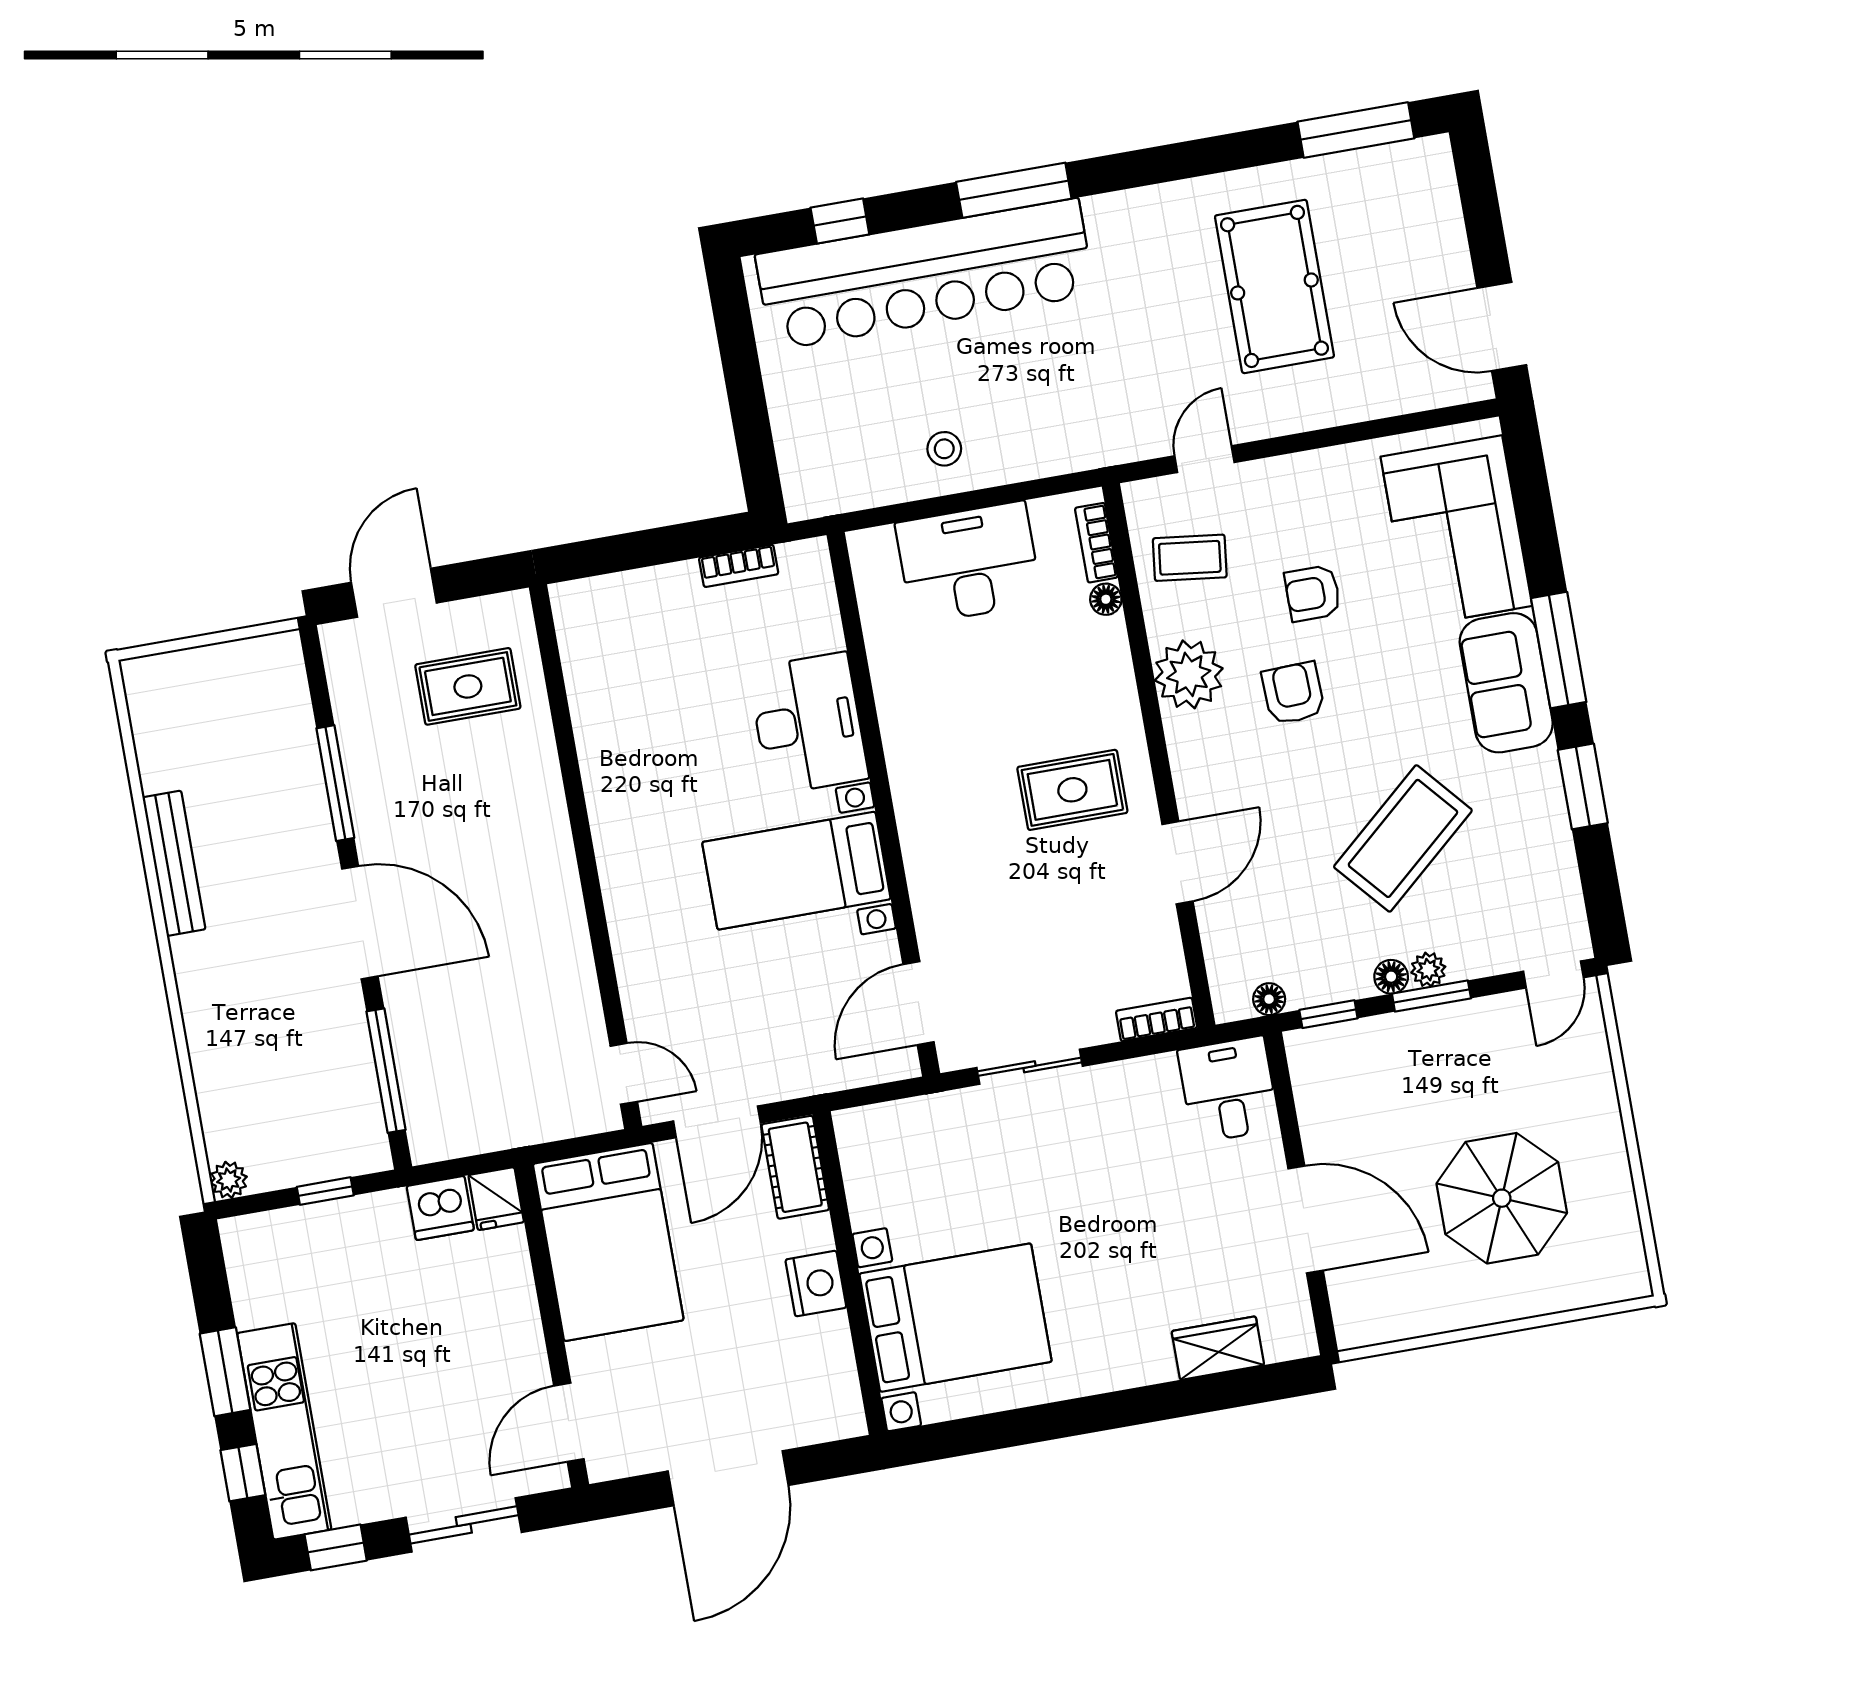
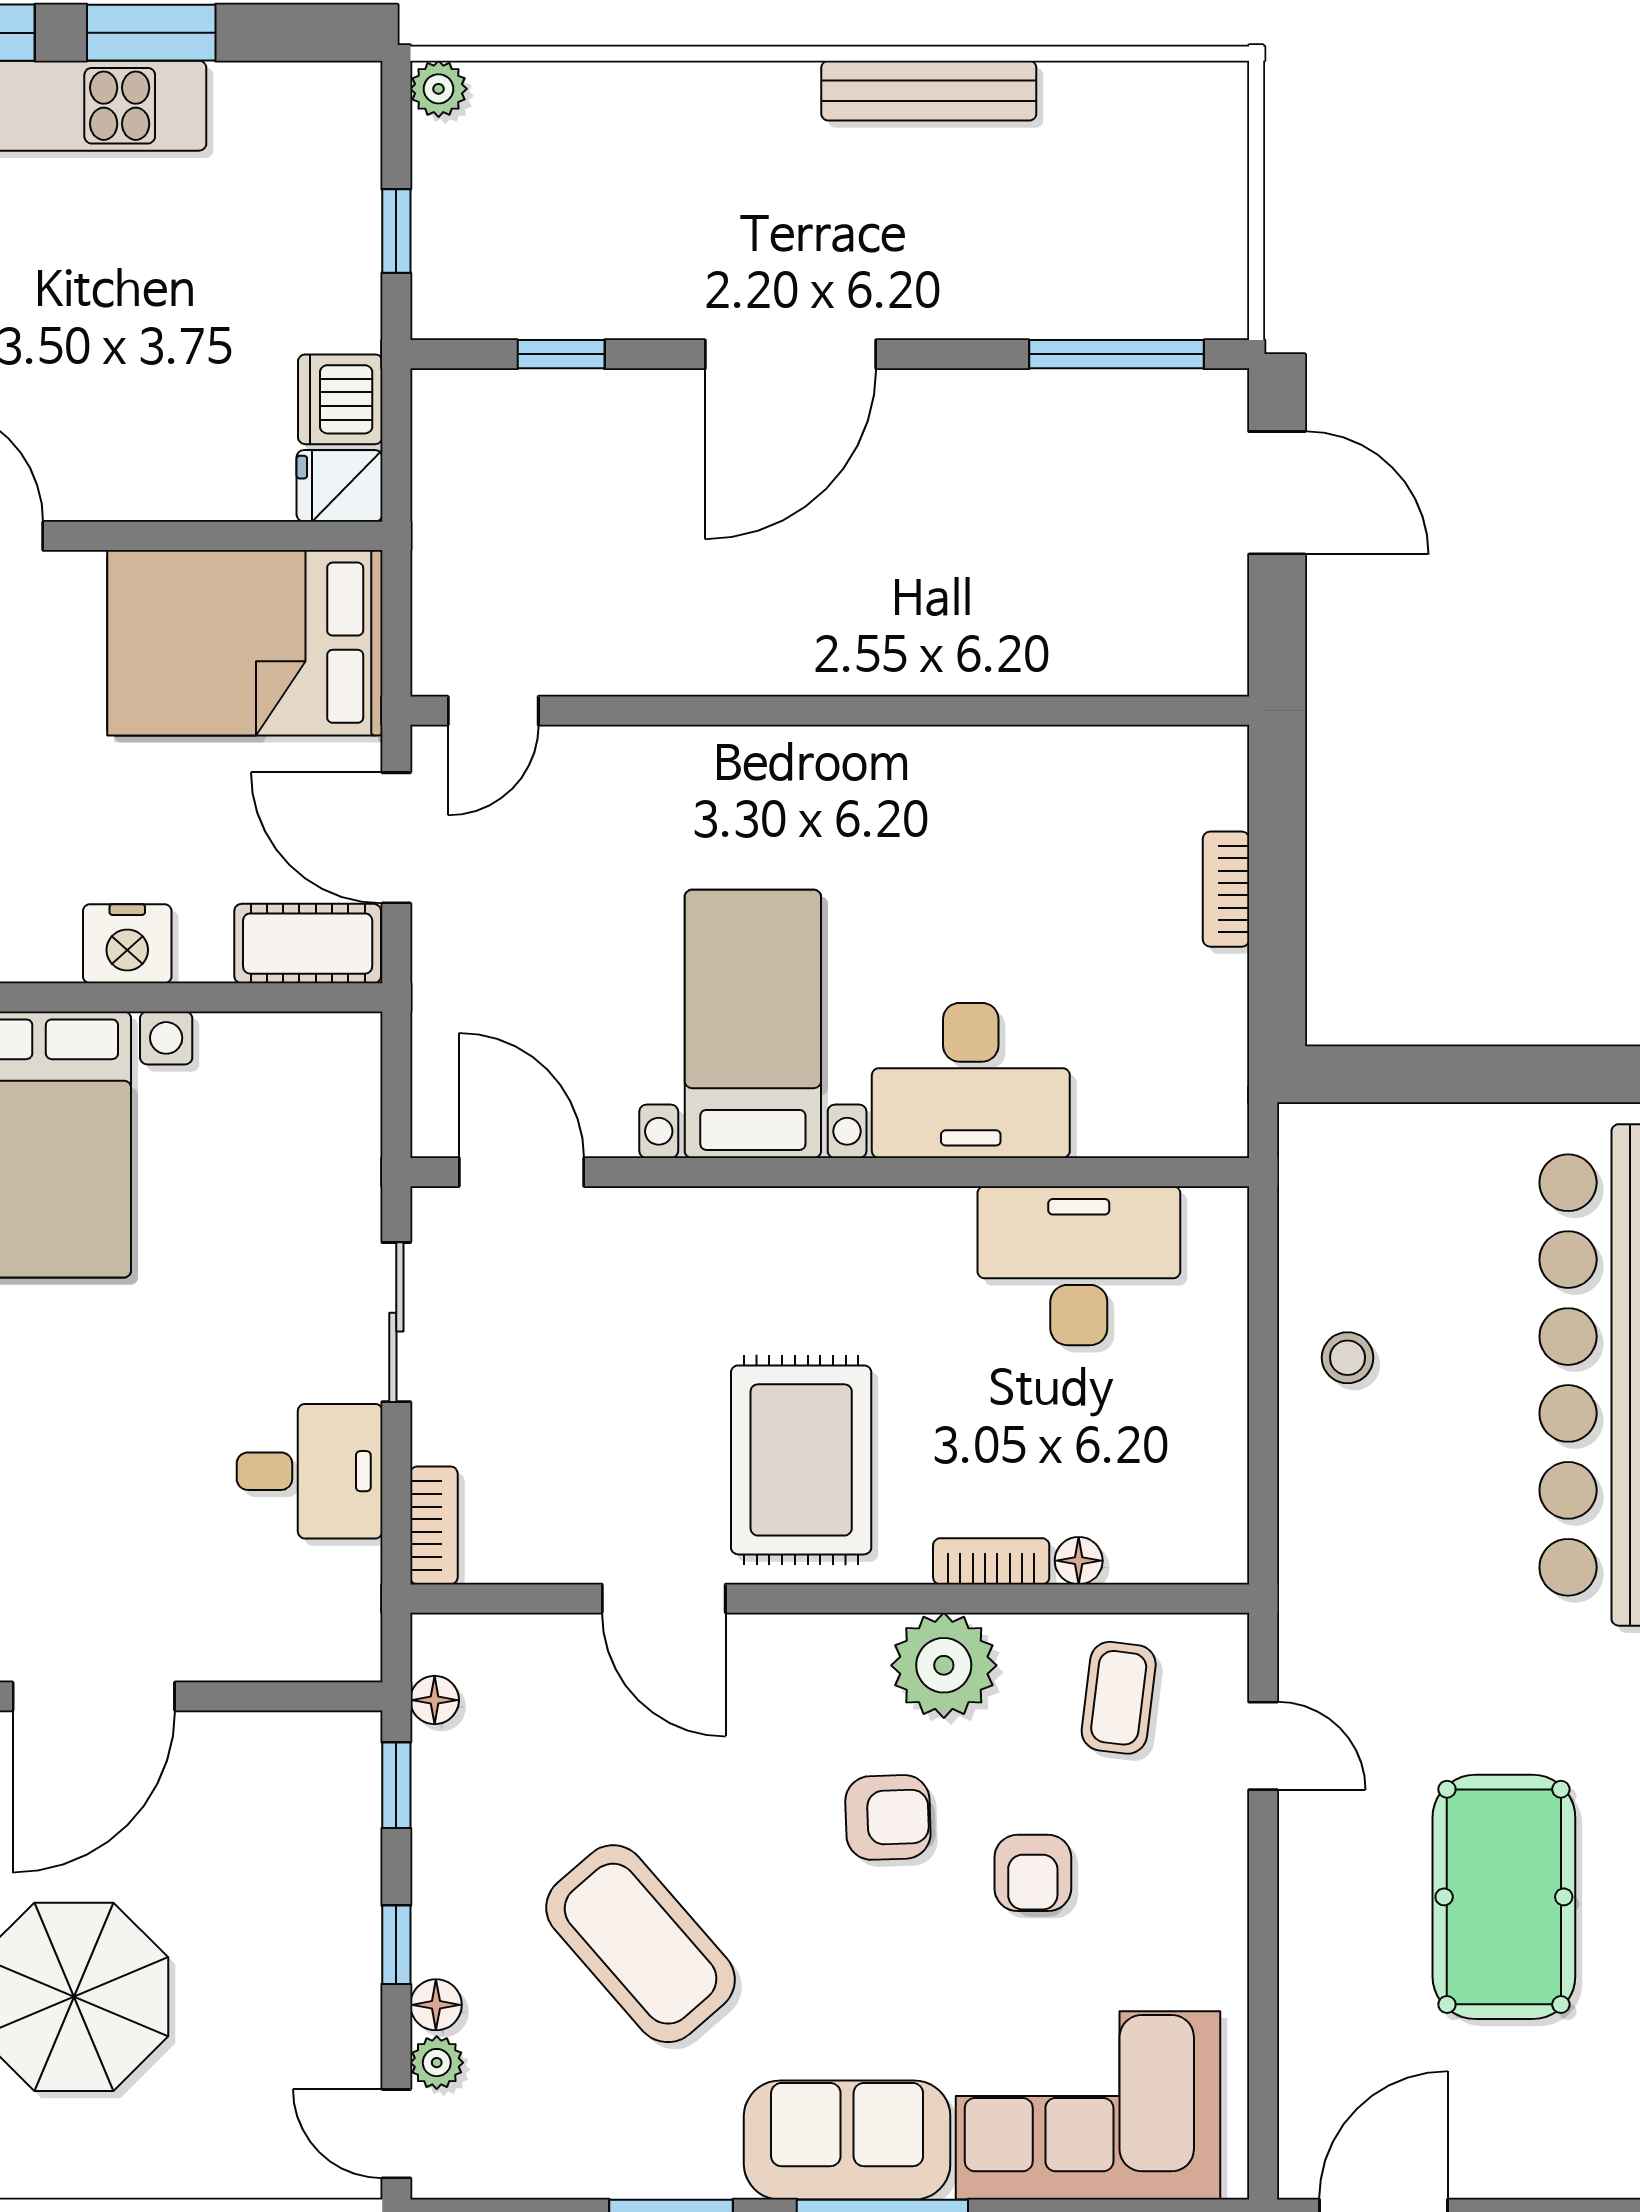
pool table: (1274, 286) -> (1504, 1897), turned 90
bookcase: (1096, 543) -> (991, 1561), moved
desk: (969, 563) -> (1079, 1266), moved, turned -90
bookcase: (739, 566) -> (1226, 889), moved
armchair: (1313, 593) -> (1033, 1873), turned 180
rug: (468, 686) -> (1117, 579), removed
window: (335, 783) -> (1117, 354), moved
rug: (1072, 790) -> (801, 1460), width x1.36, depth x1.43
plant: (1428, 970) -> (437, 2063), moved
floor lamp: (1391, 977) -> (436, 2005), moved
window: (1431, 996) -> (396, 1945), width x0.67
window: (386, 1071) -> (561, 354), width x0.46
desk: (1228, 1089) -> (310, 1471), moved

